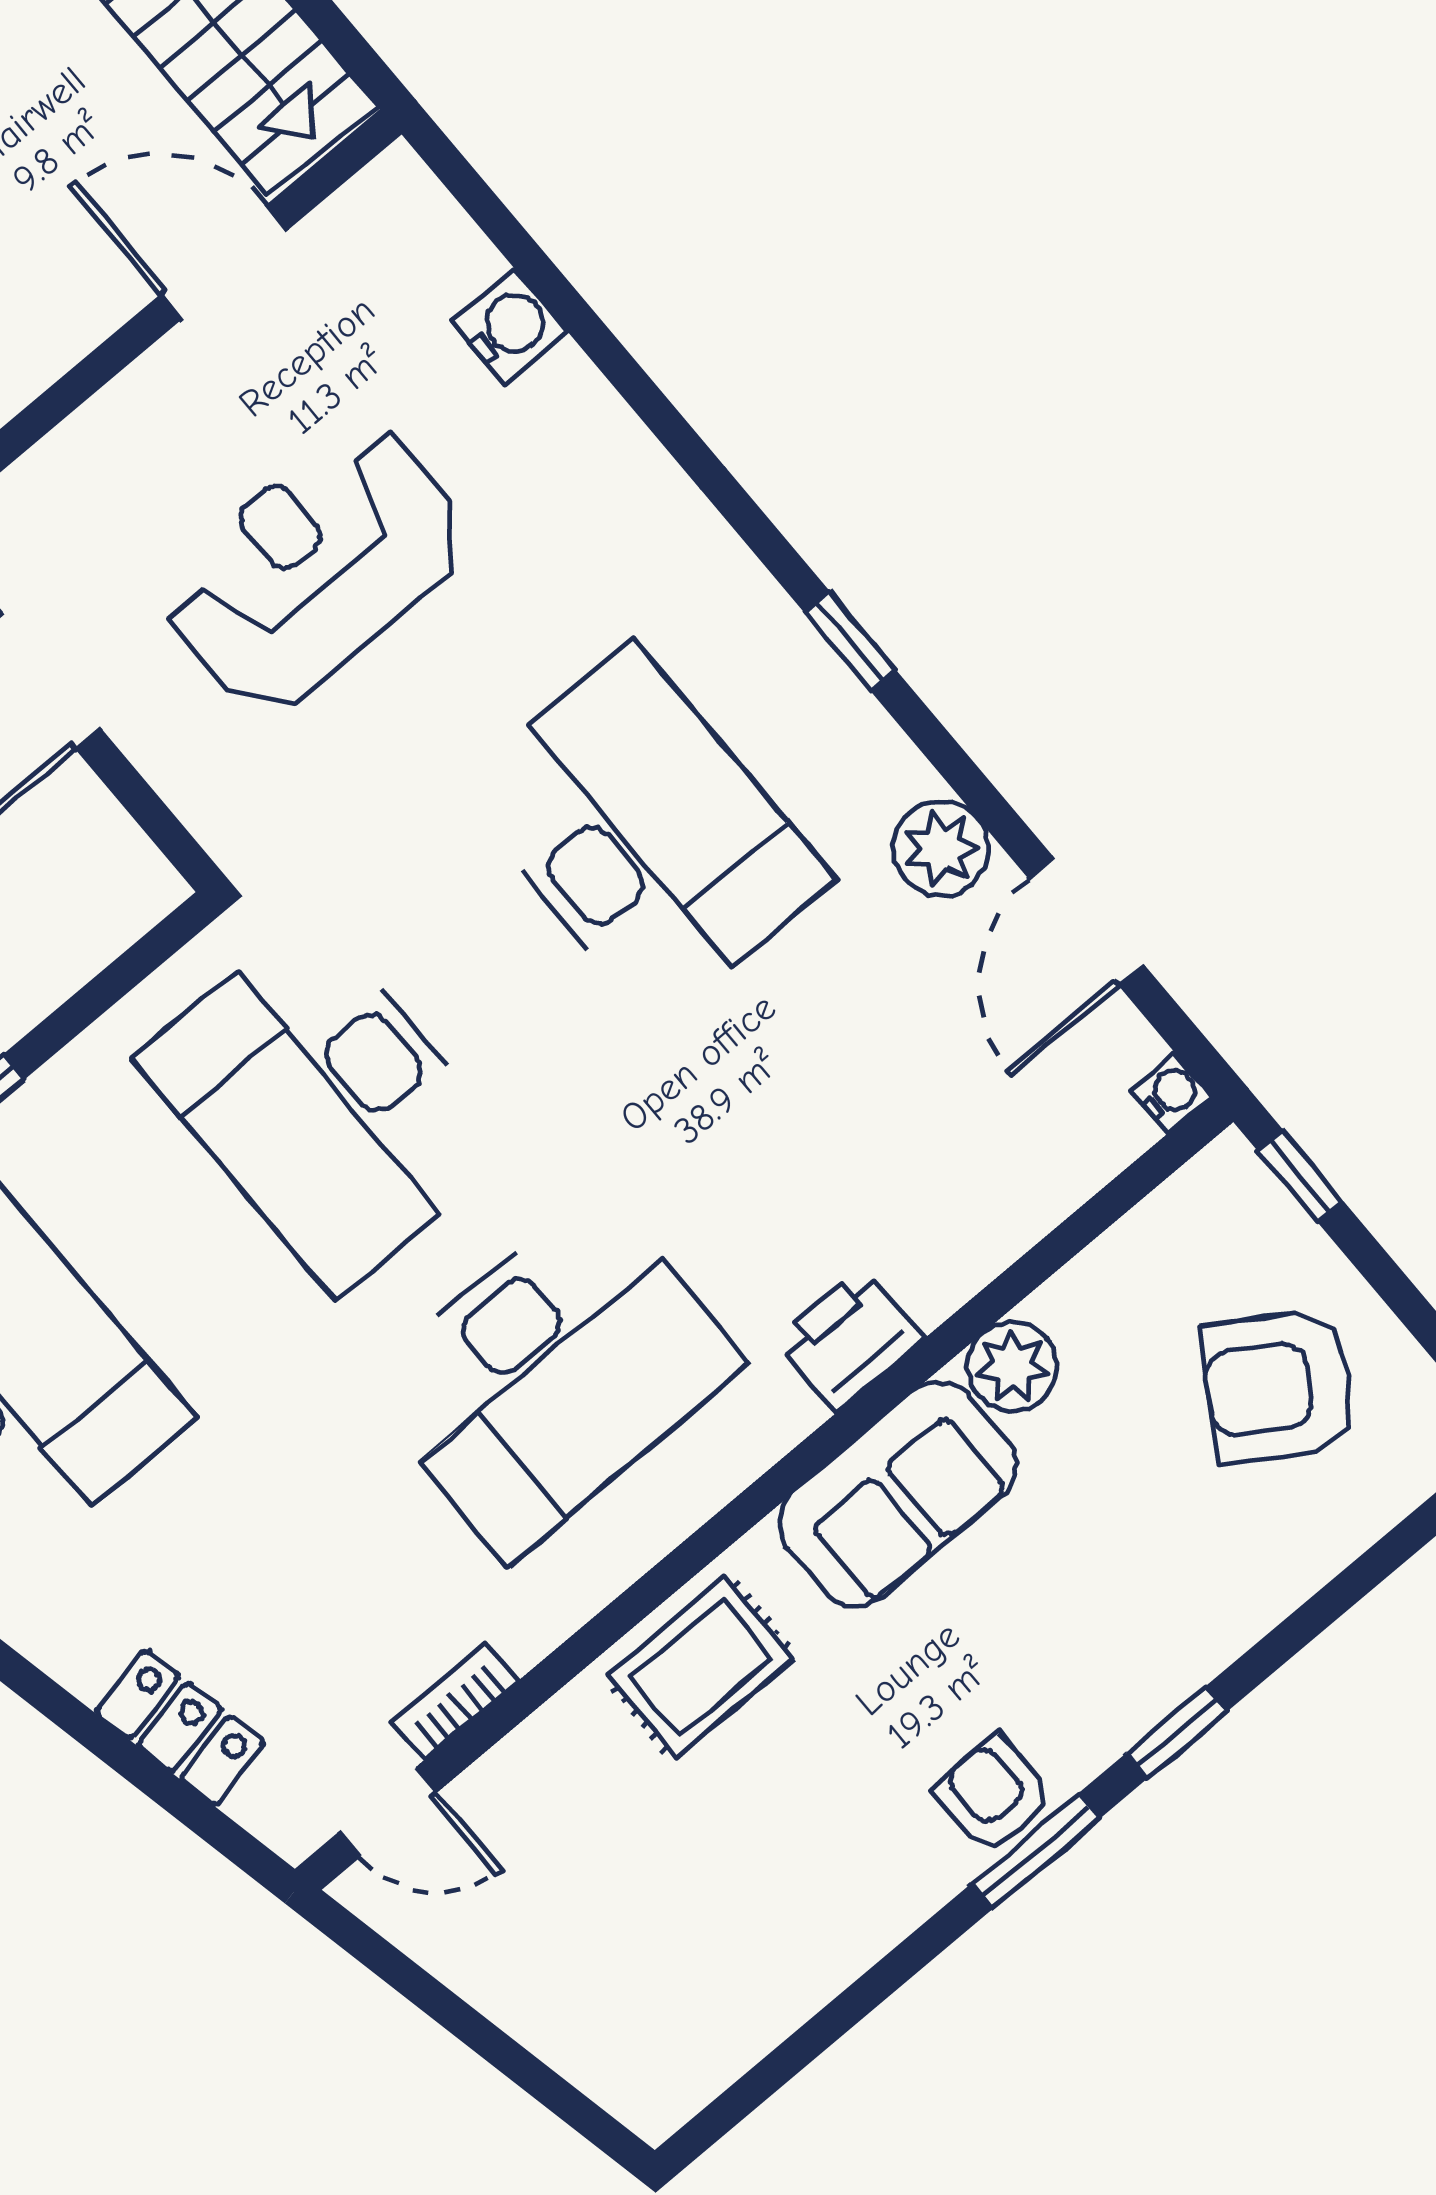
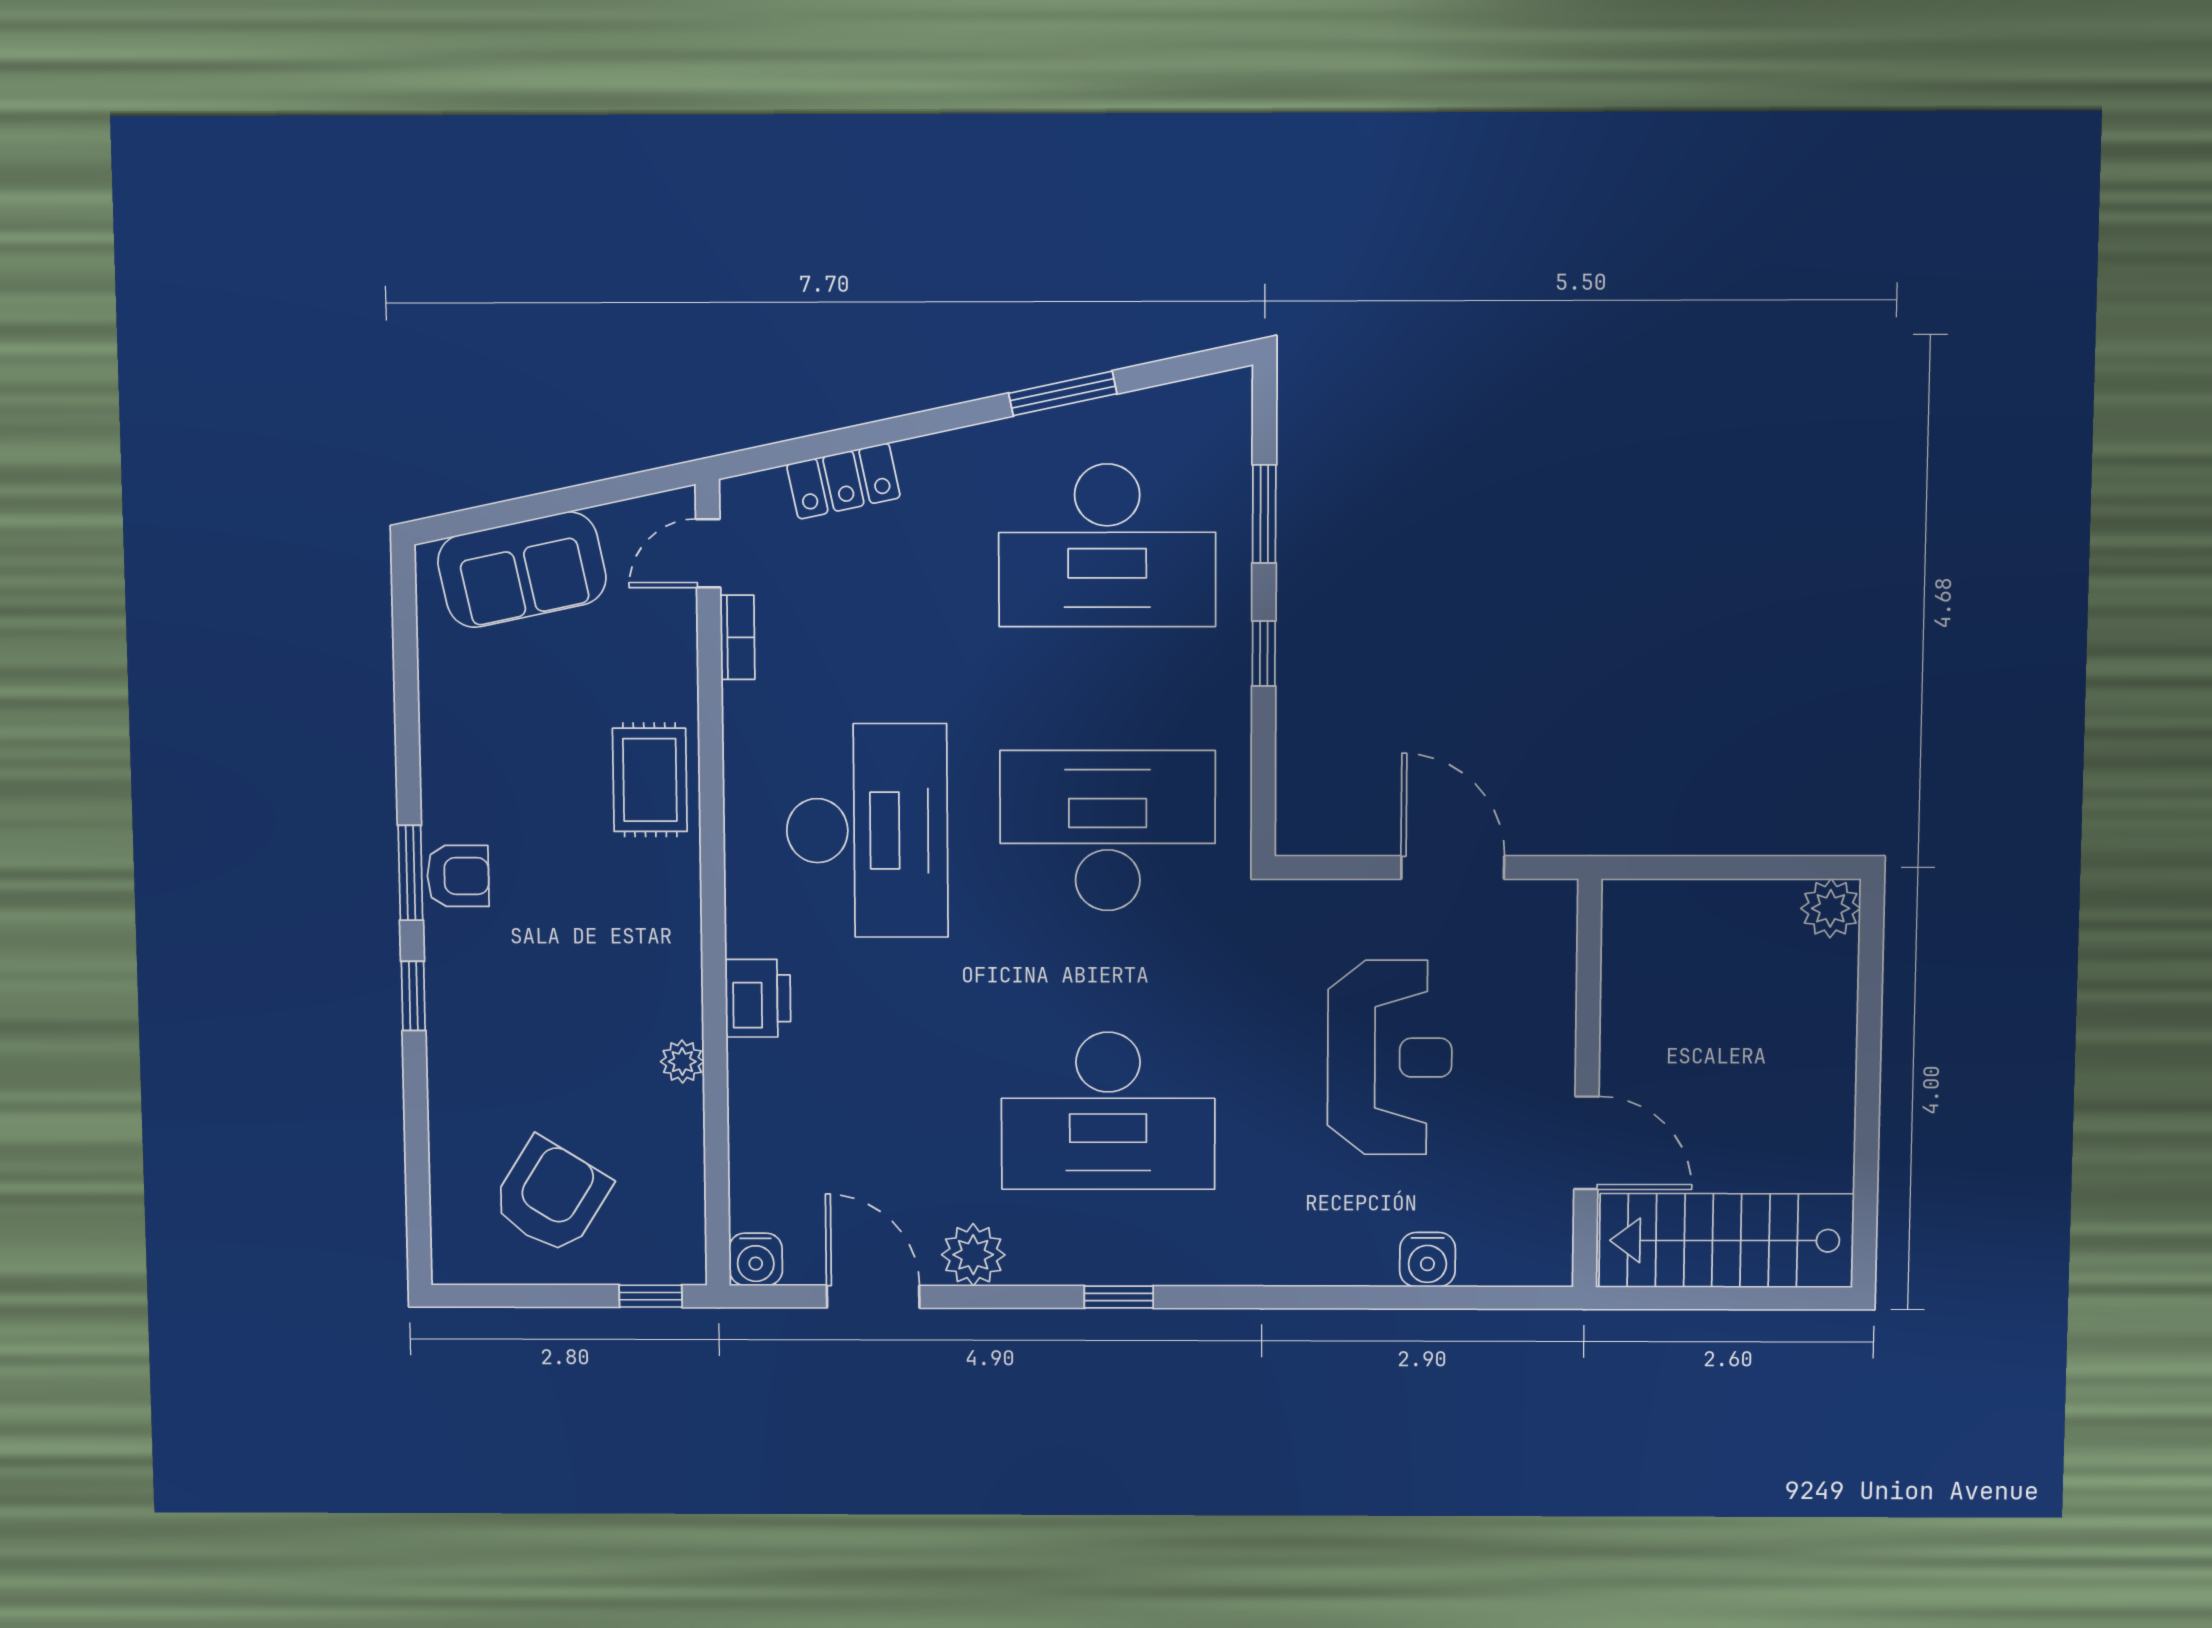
door: (224, 262) -> (1586, 1143), hinge flipped
water cooler: (1171, 1093) -> (756, 1259), width x1.38, depth x1.38
plant: (1012, 1367) -> (682, 1062), width x0.73, depth x0.73
desk: (553, 1375) -> (867, 831), turned 180
sofa: (898, 1495) -> (522, 570), moved, turned -102

